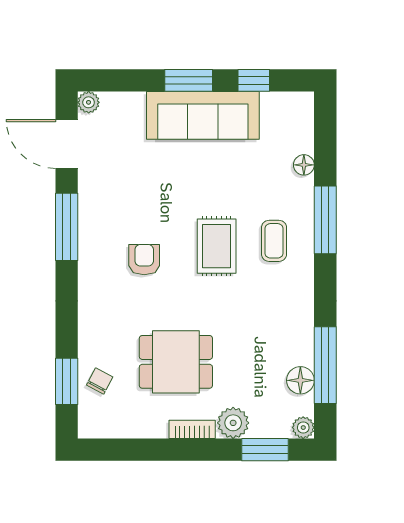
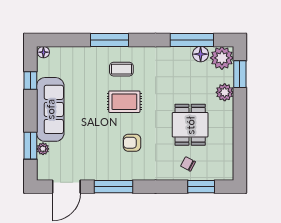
window: (189, 80) -> (30, 146), moved
plant: (89, 102) -> (43, 149), moved
floor lamp: (304, 165) -> (43, 52), moved
chair: (100, 381) -> (188, 164), moved
plant: (303, 428) -> (222, 58), width x1.88, depth x1.88
bookcase: (192, 429) -> (228, 115), removed

